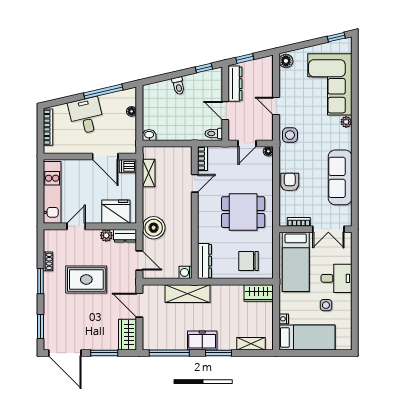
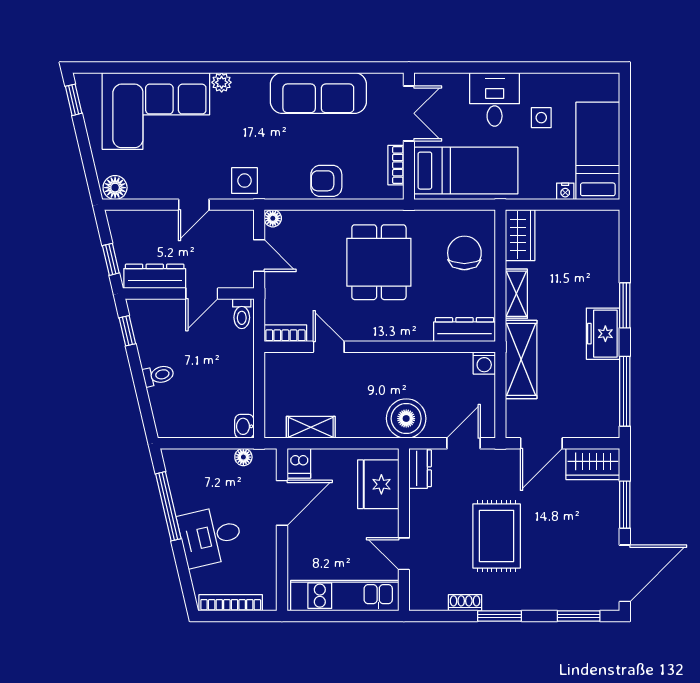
floor lamp: (132, 111) -> (243, 457), moved
plant: (106, 235) -> (420, 501), removed
chair: (248, 261) -> (464, 253), turned 180
shelving: (251, 344) -> (516, 294), moved

